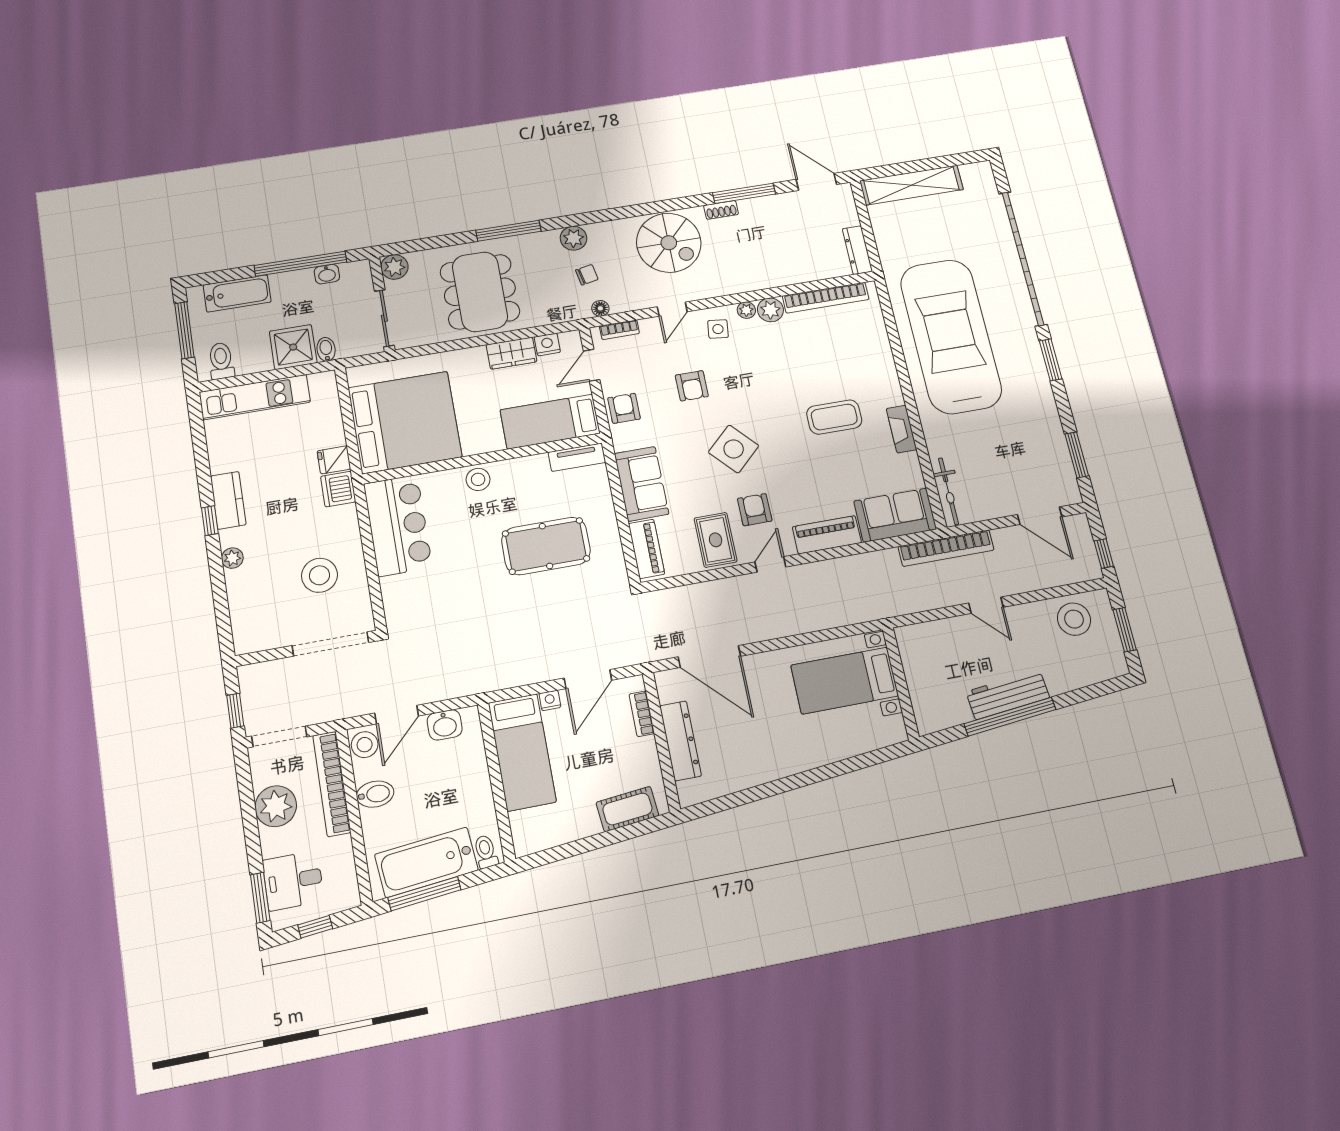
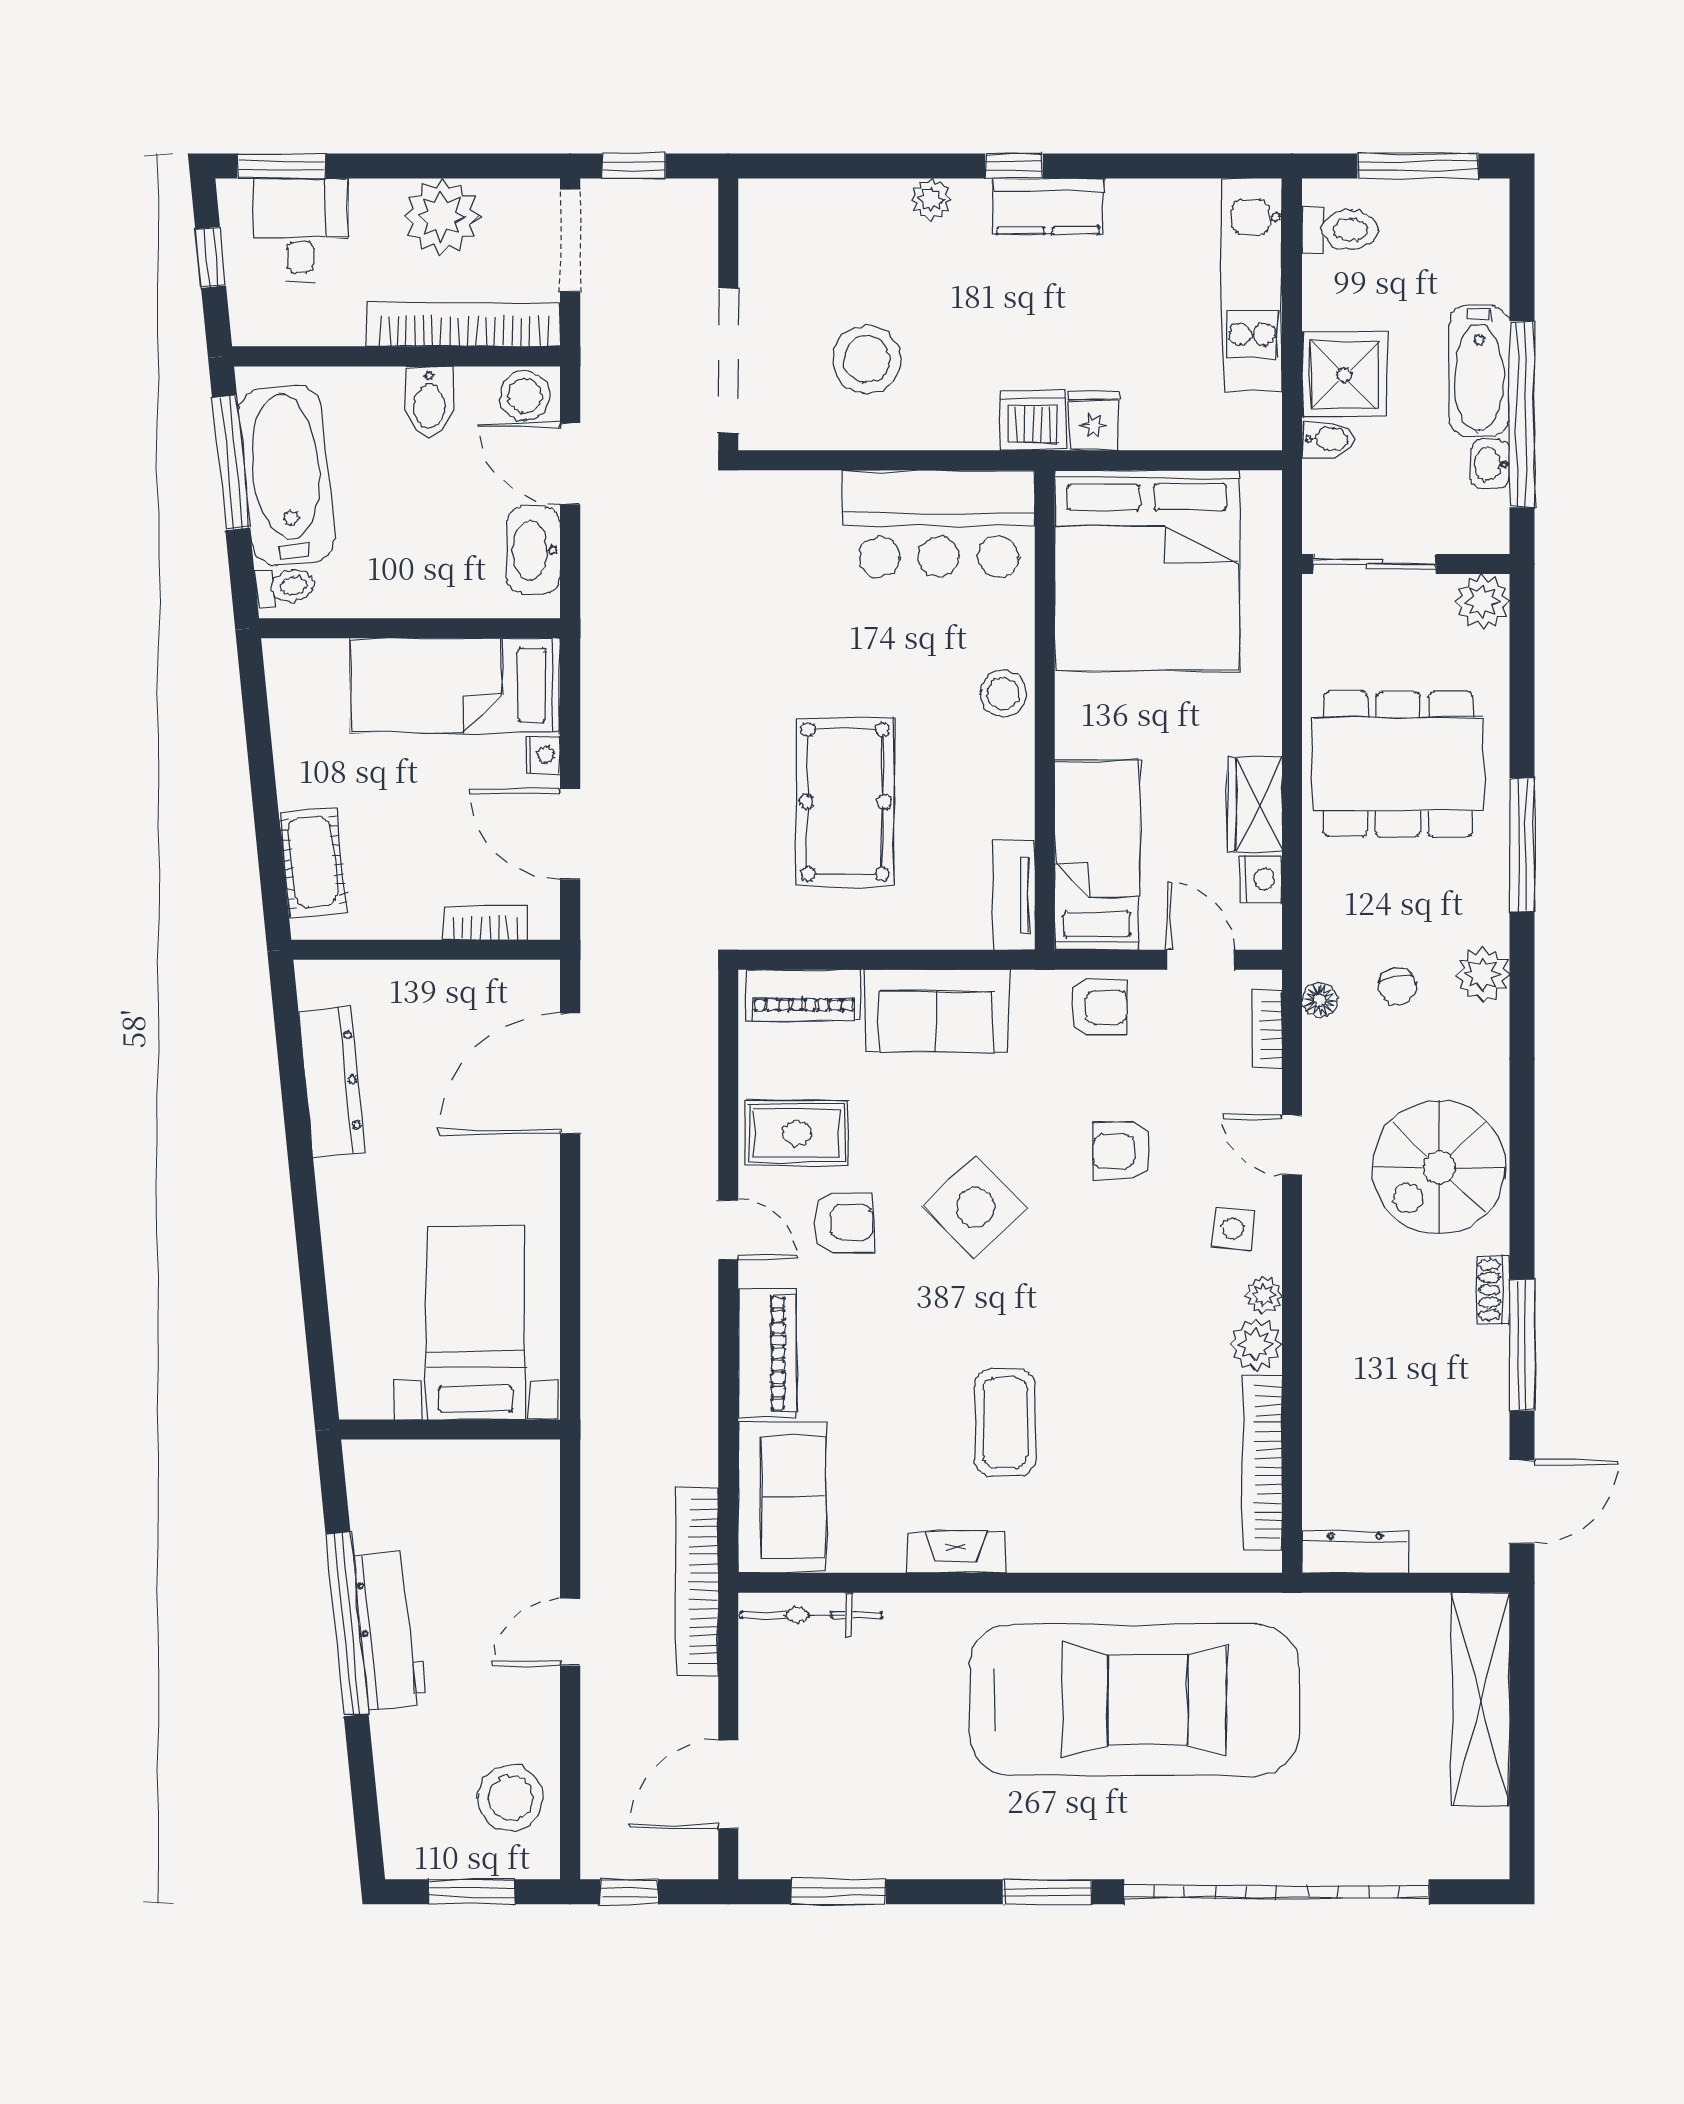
bathtub: (237, 293) -> (1479, 371), moved
washbasin: (445, 725) -> (534, 550), width x1.38
dresser: (680, 741) -> (332, 1082), moved, turned -96

